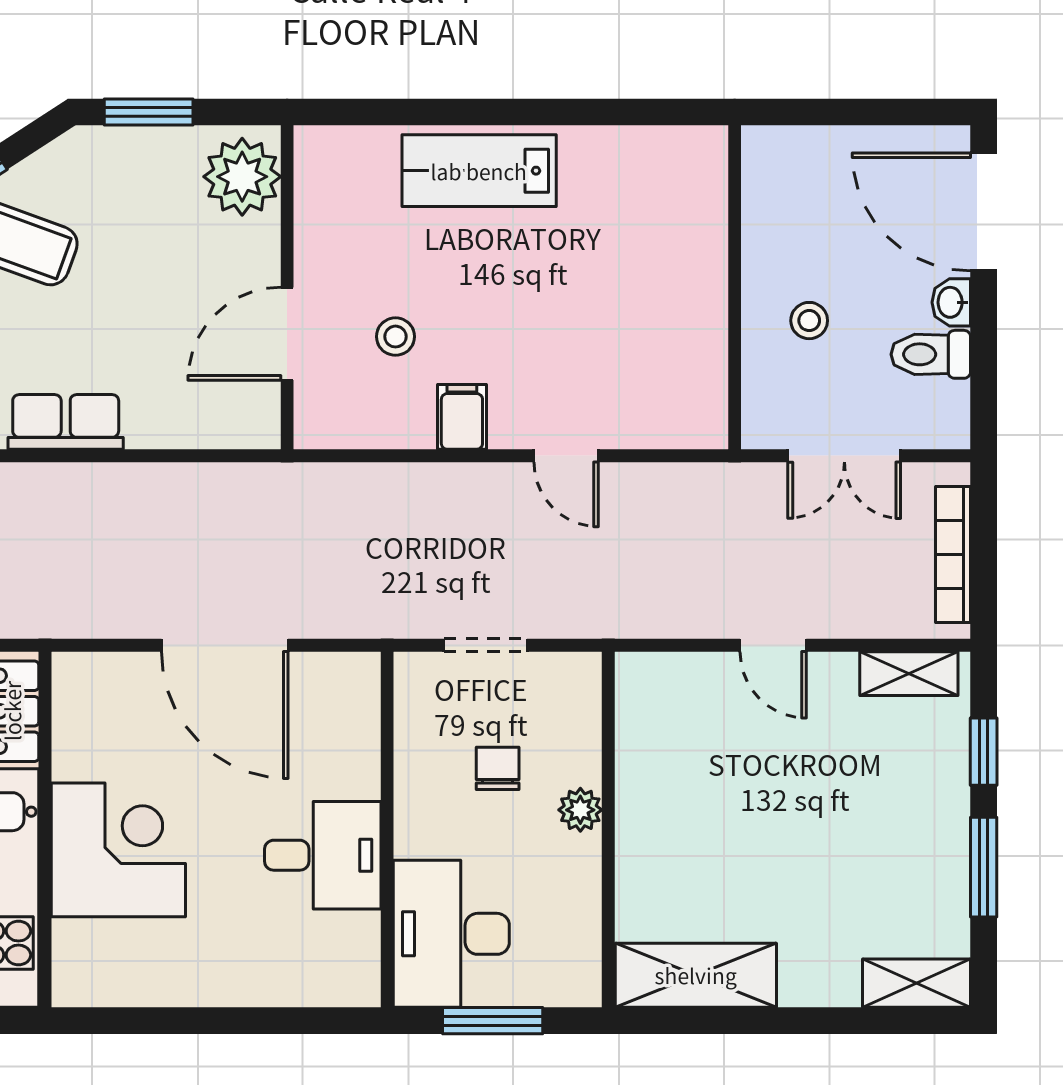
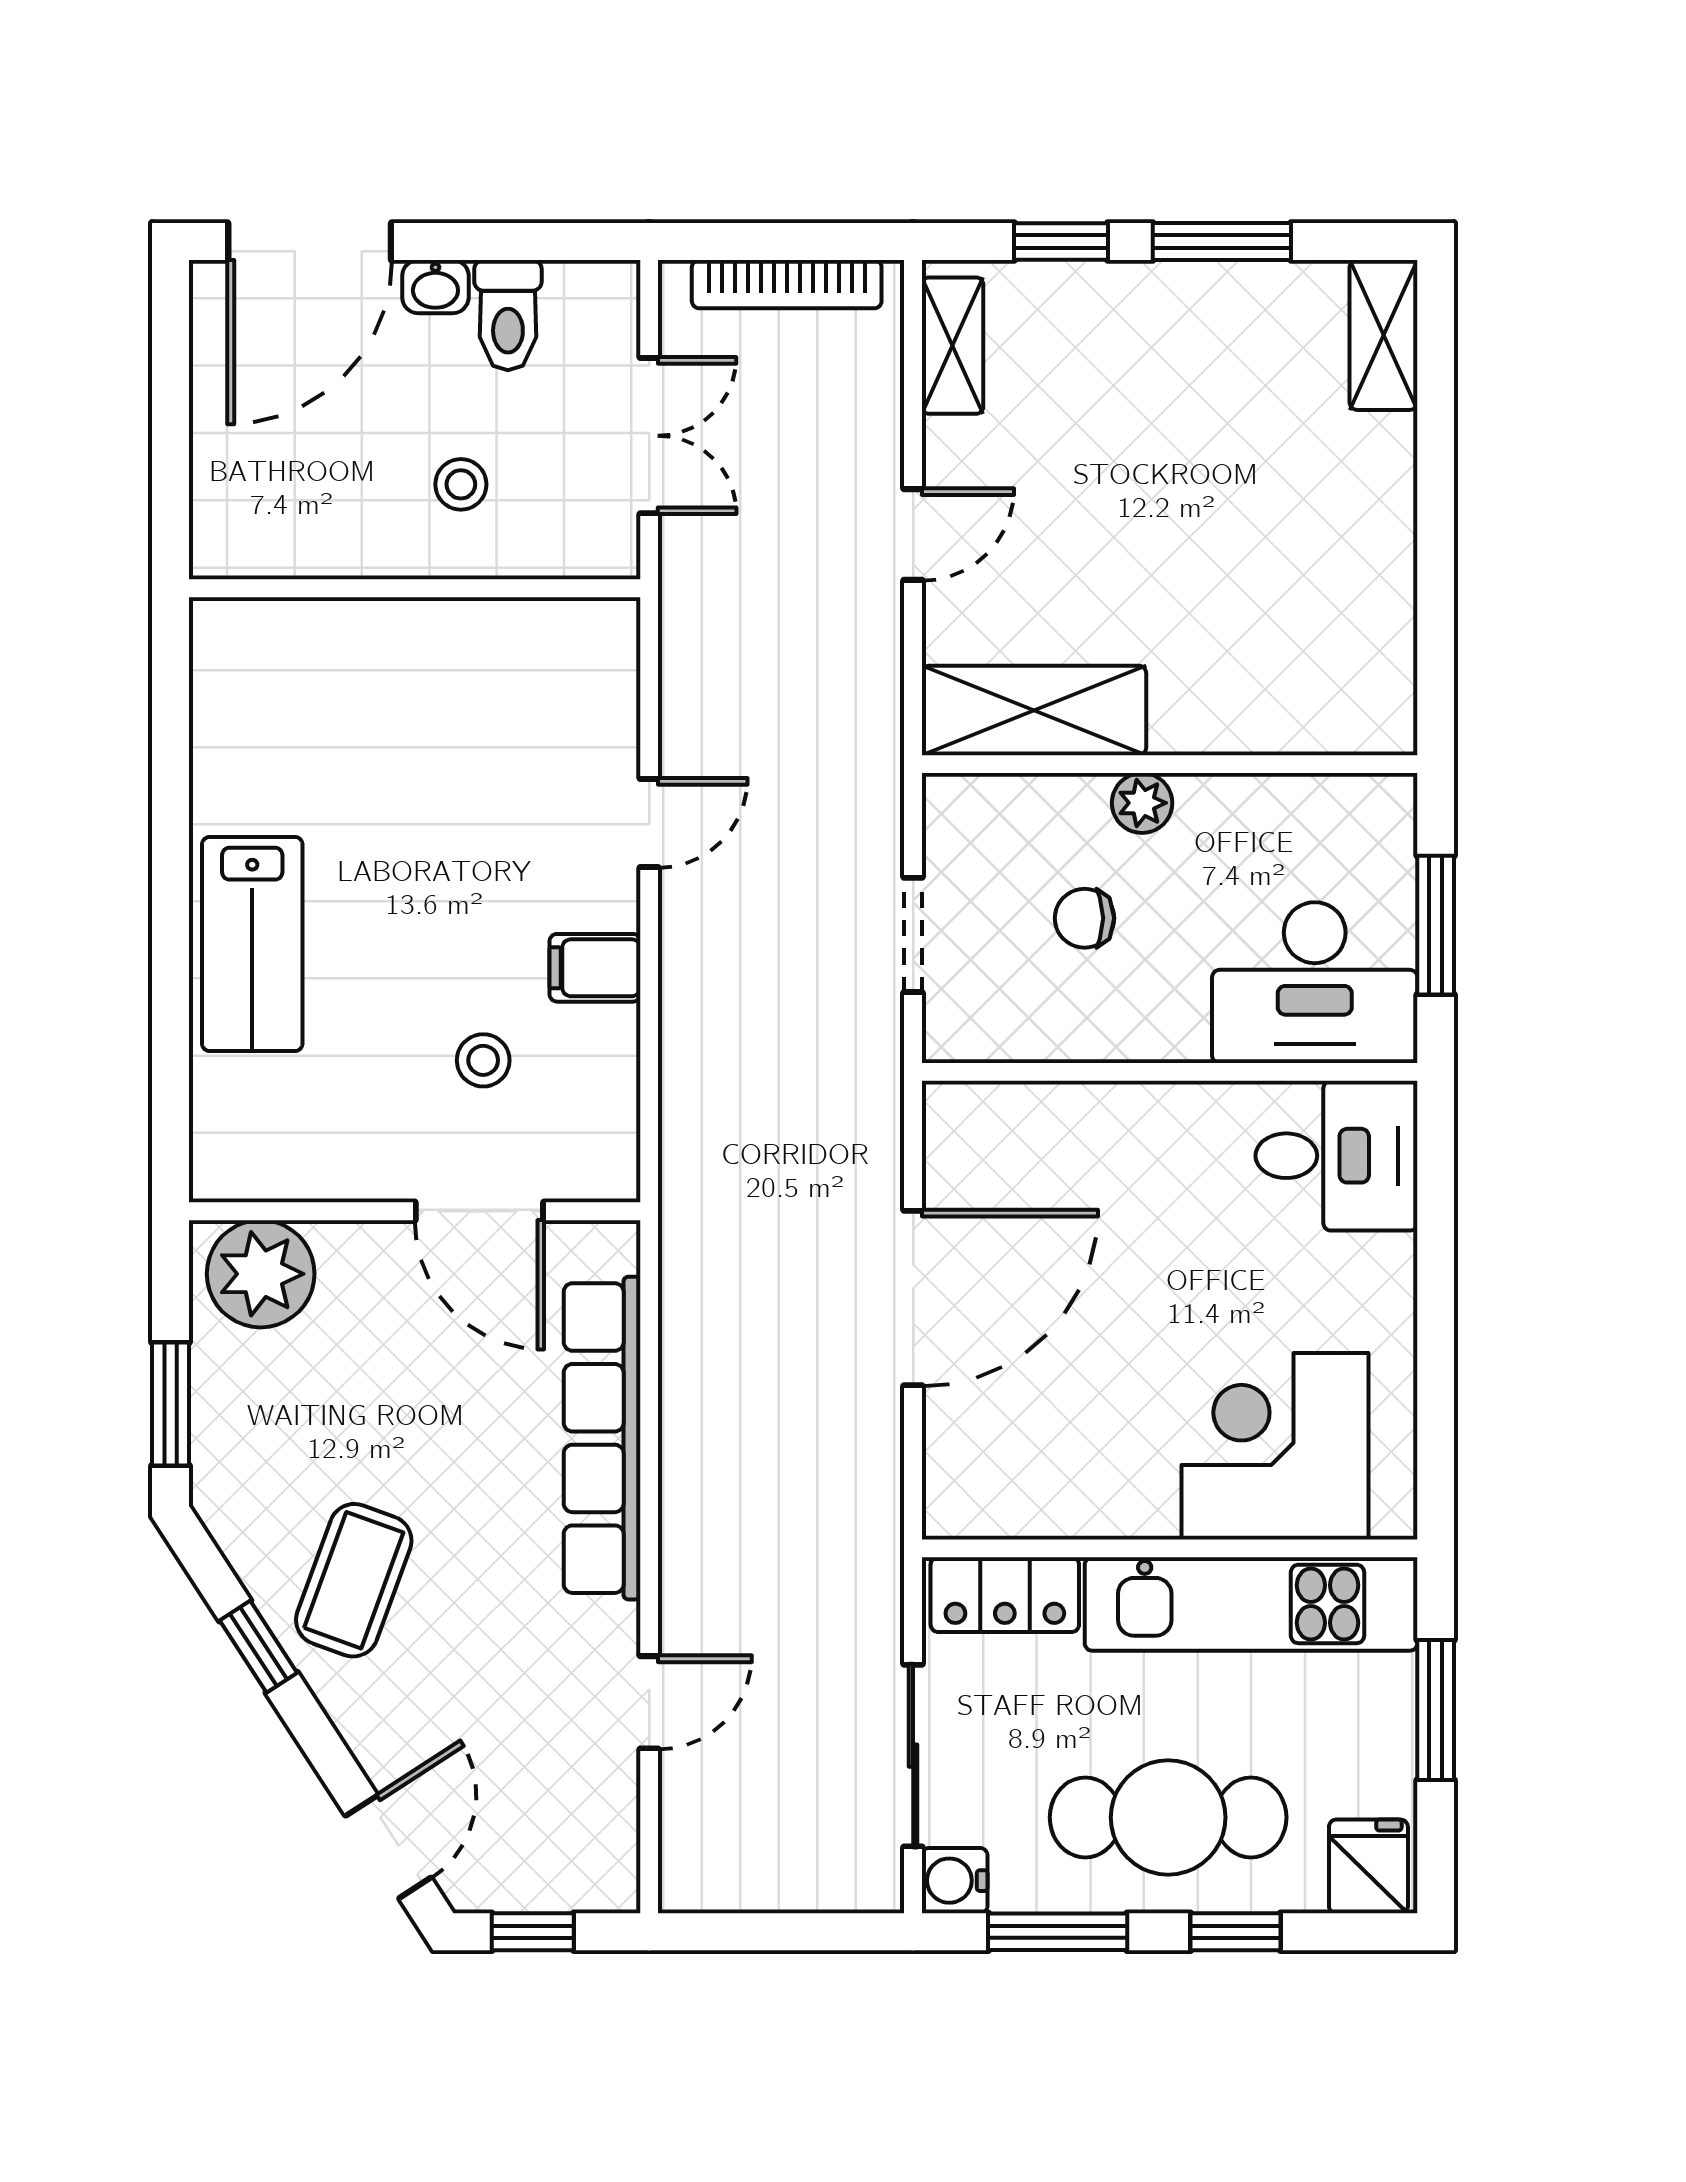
row of seats: (66, 422) -> (602, 1438), width x2.02
corner desk: (118, 850) -> (1275, 1446), moved
desk: (323, 855) -> (1336, 1156), moved, turned 90
shelving: (696, 975) -> (1034, 710), moved, turned 90

